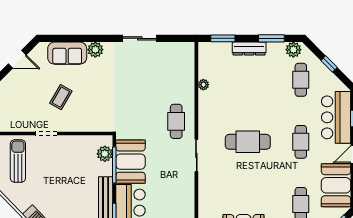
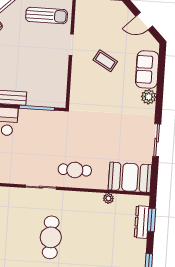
dresser: (249, 49) -> (142, 222), moved
door: (17, 59) -> (144, 21), hinge flipped
plant: (105, 154) -> (48, 99), removed
booth: (131, 162) -> (130, 177), moved

